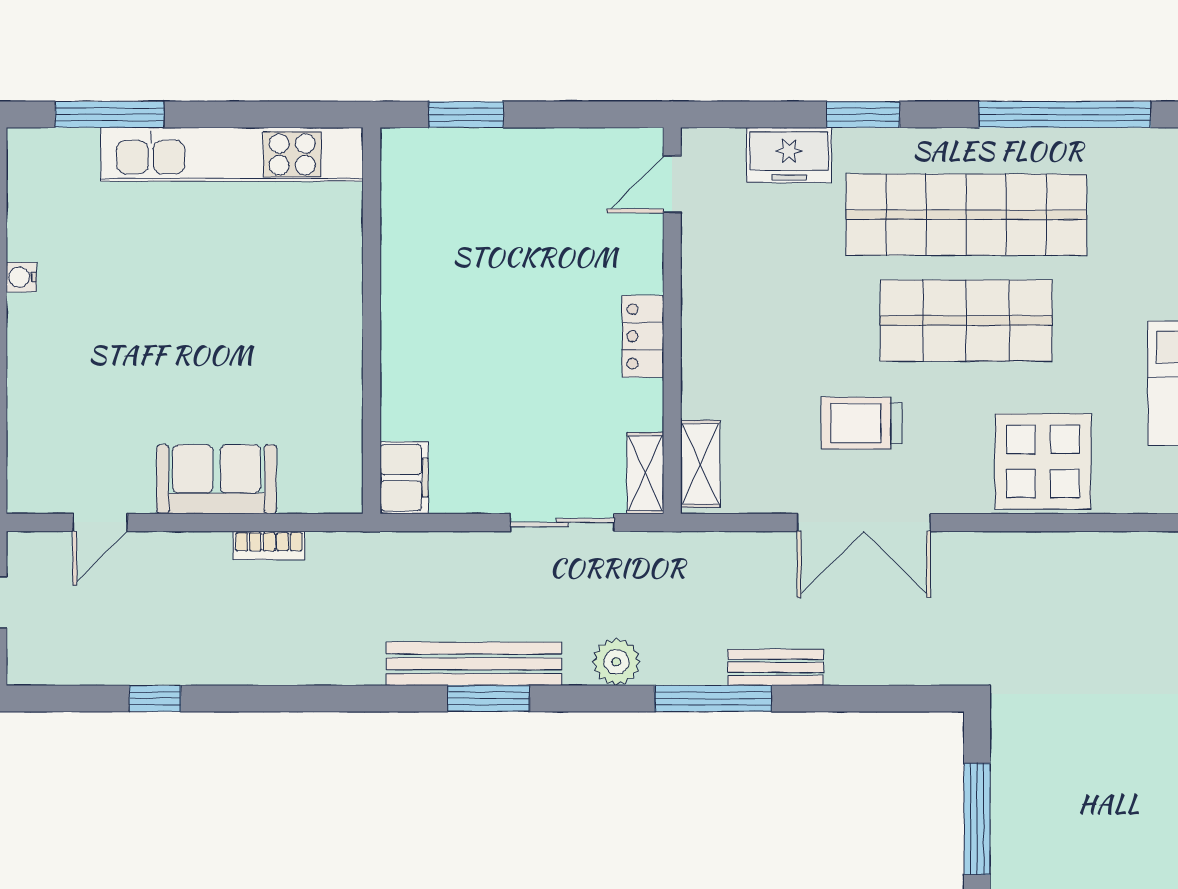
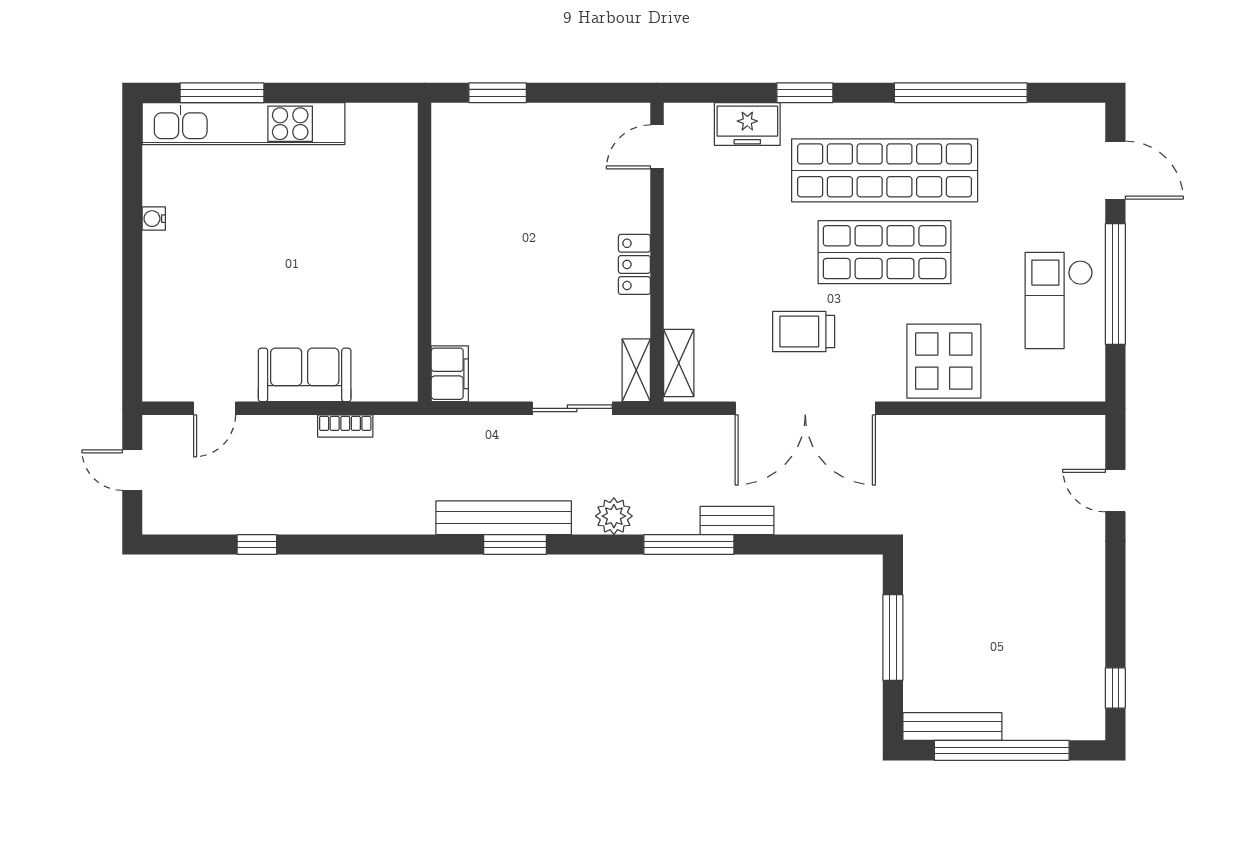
kitchen unit: (232, 154) -> (244, 124), moved
double door: (864, 522) -> (805, 408), width x1.36

